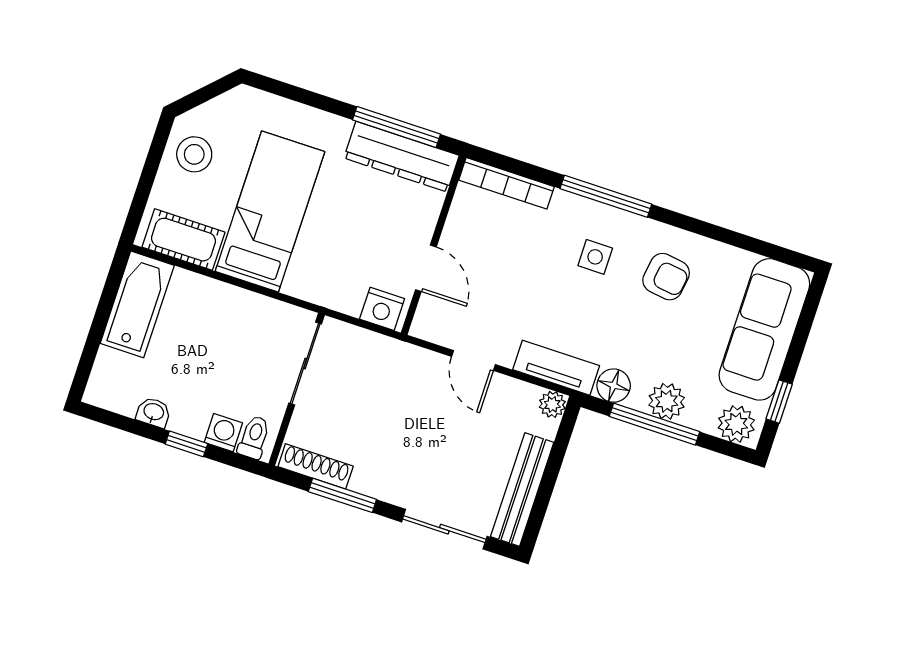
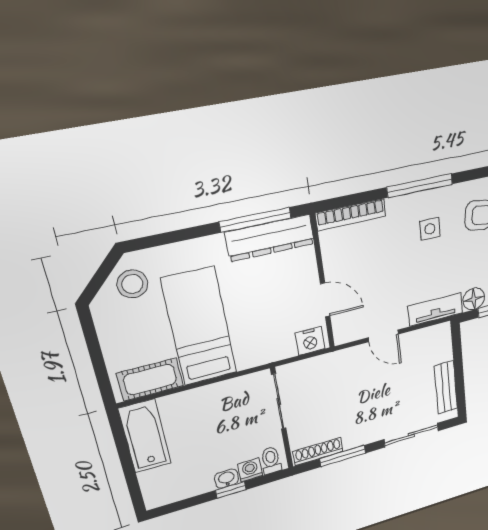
stool: (194, 154) -> (132, 284), moved
plant: (552, 404) -> (442, 331), removed
washbasin: (154, 412) -> (227, 479), moved
bench: (522, 490) -> (446, 387), width x0.73

